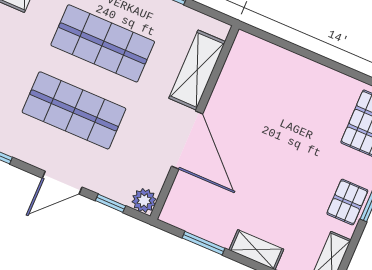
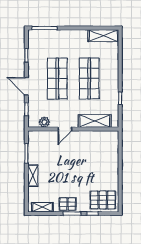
door: (187, 140) -> (65, 129), width x0.53
plant: (144, 201) -> (44, 122), moved

